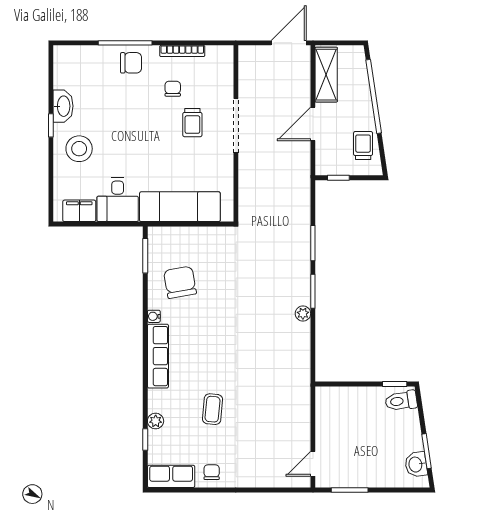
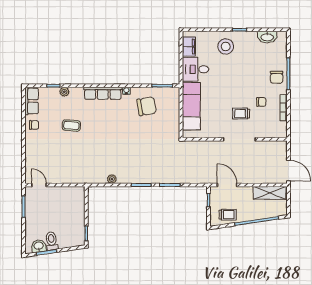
washbasin: (63, 106) -> (267, 37), moved
door: (313, 124) -> (227, 185), moved
plant: (303, 314) -> (112, 179), moved
toilet: (401, 401) -> (52, 241), moved

